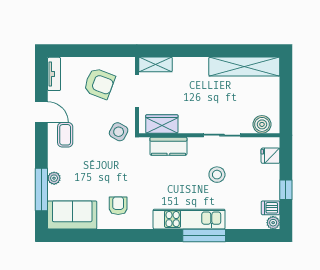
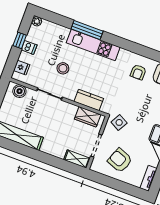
dishwasher: (271, 208) -> (29, 47), moved

